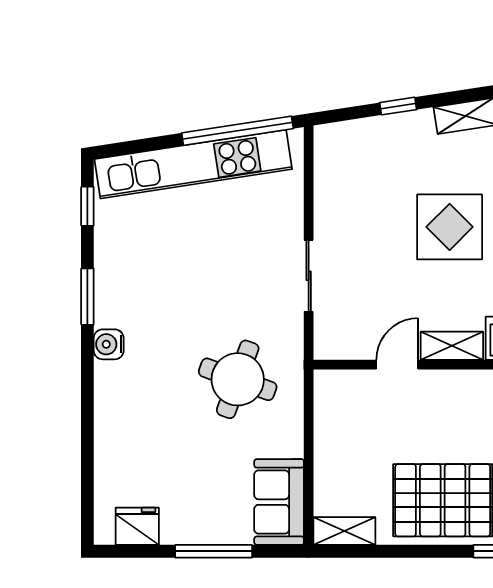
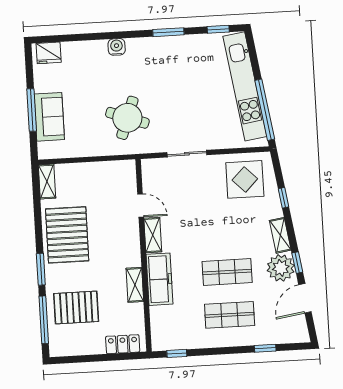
display table: (450, 227) -> (245, 179), moved
water cooler: (109, 344) -> (117, 47), moved
sofa: (279, 502) -> (49, 117), moved, turned 90
fridge: (137, 526) -> (49, 53), moved, turned 90

